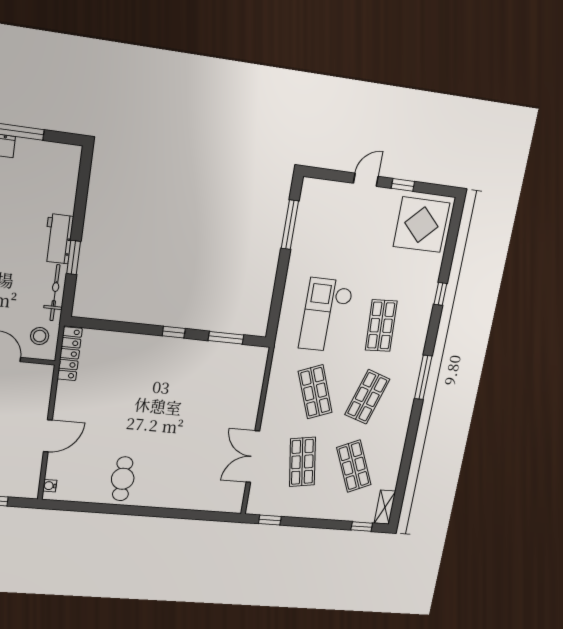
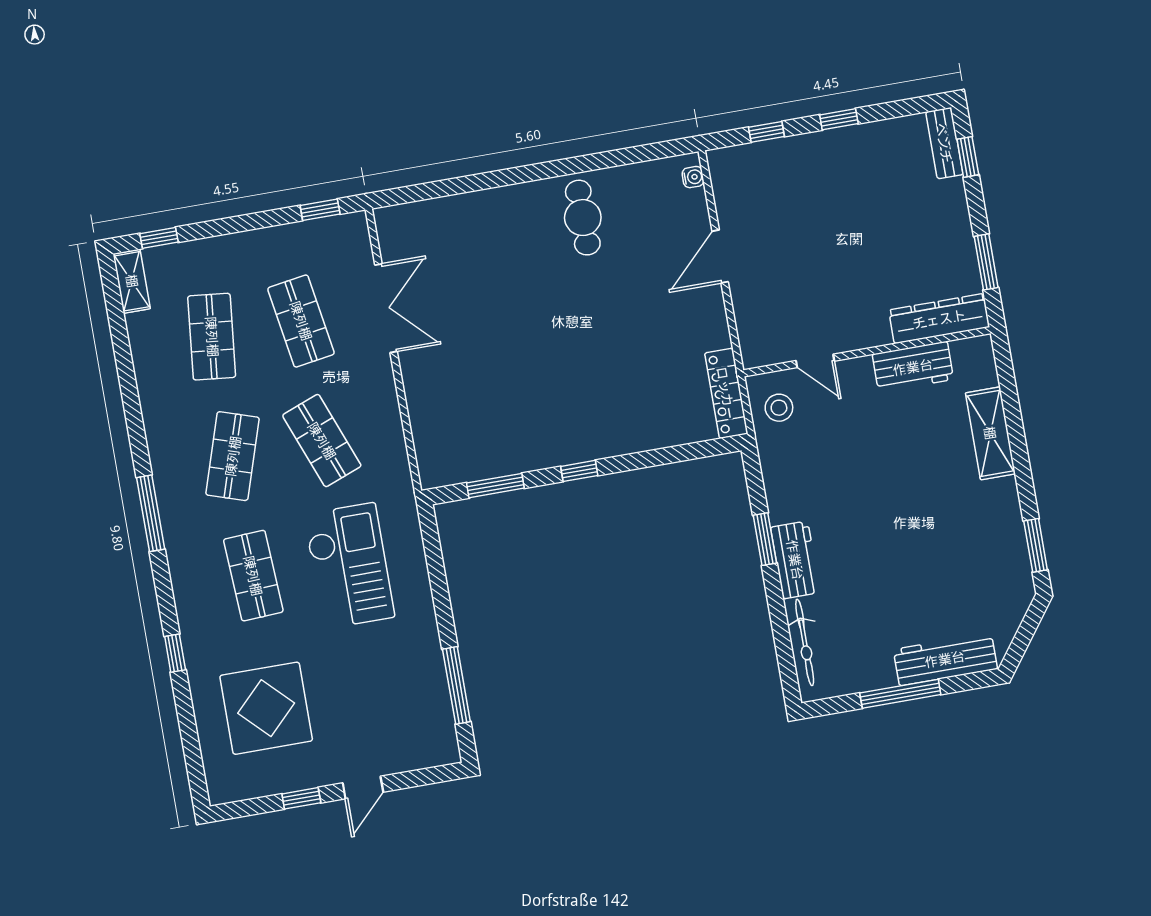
display table: (421, 225) -> (266, 708), moved
bicycle: (55, 293) -> (805, 642), moved
shop shelf: (354, 466) -> (212, 337), turned 30

